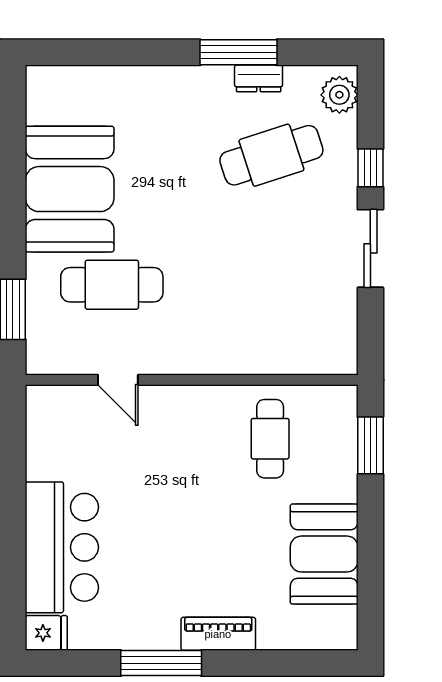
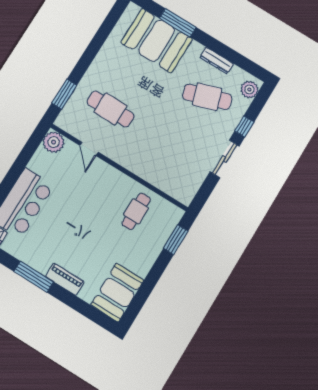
window: (238, 52) -> (178, 23), moved
dresser: (259, 78) -> (216, 60), width x1.44
booth: (70, 189) -> (157, 41), moved, turned 90
plant: (48, 407) -> (54, 142), added
booth: (324, 554) -> (117, 292), moved

